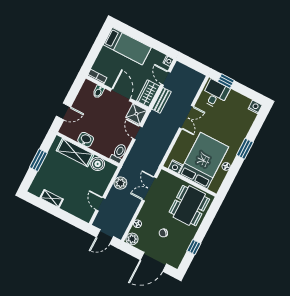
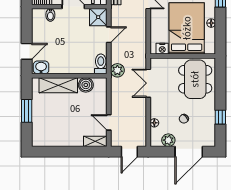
door: (138, 133) -> (109, 35), swing flipped
washbasin: (86, 140) -> (41, 67), moved
plant: (120, 183) -> (117, 70), moved
shelving: (52, 199) -> (95, 141), moved
plant: (132, 239) -> (168, 140), moved

